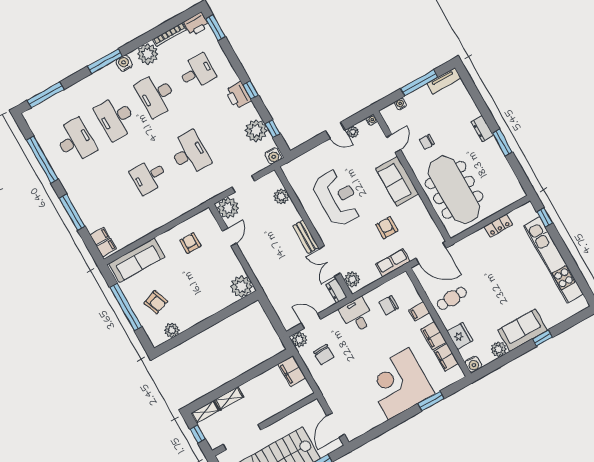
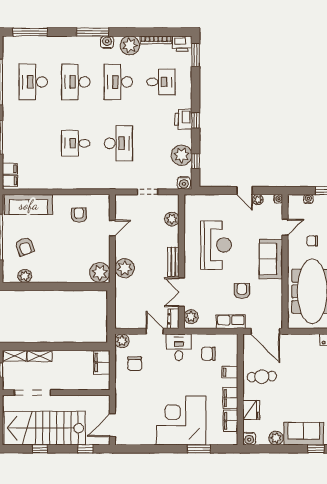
desk: (75, 141) -> (33, 82), turned 180
plant: (228, 208) -> (125, 268), moved
door: (311, 321) -> (155, 331), moved

